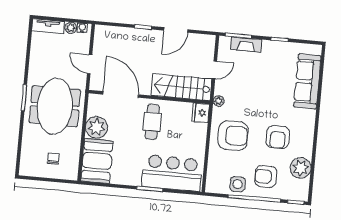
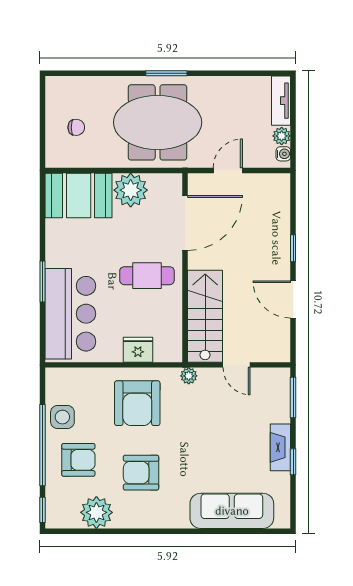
fireplace: (246, 44) -> (280, 447), moved
fridge: (201, 113) -> (138, 350), moved
armchair: (266, 176) -> (78, 460), turned 90

